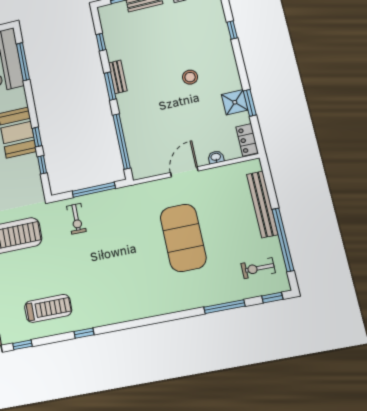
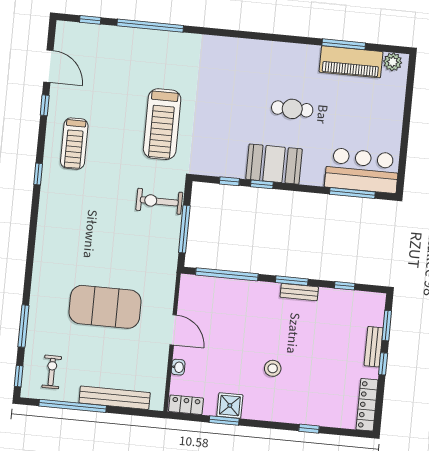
exercise bike: (76, 219) -> (159, 201), width x1.38, depth x1.39

